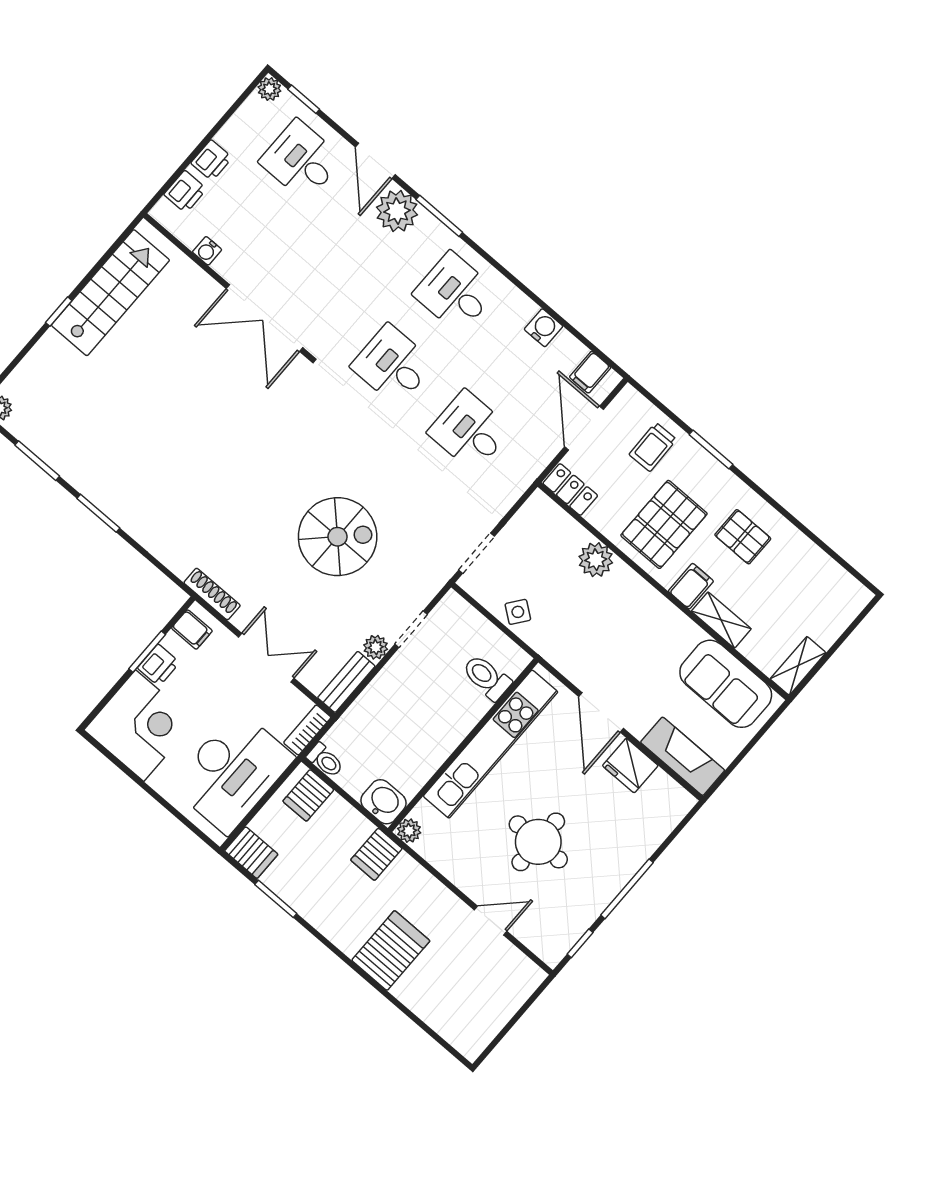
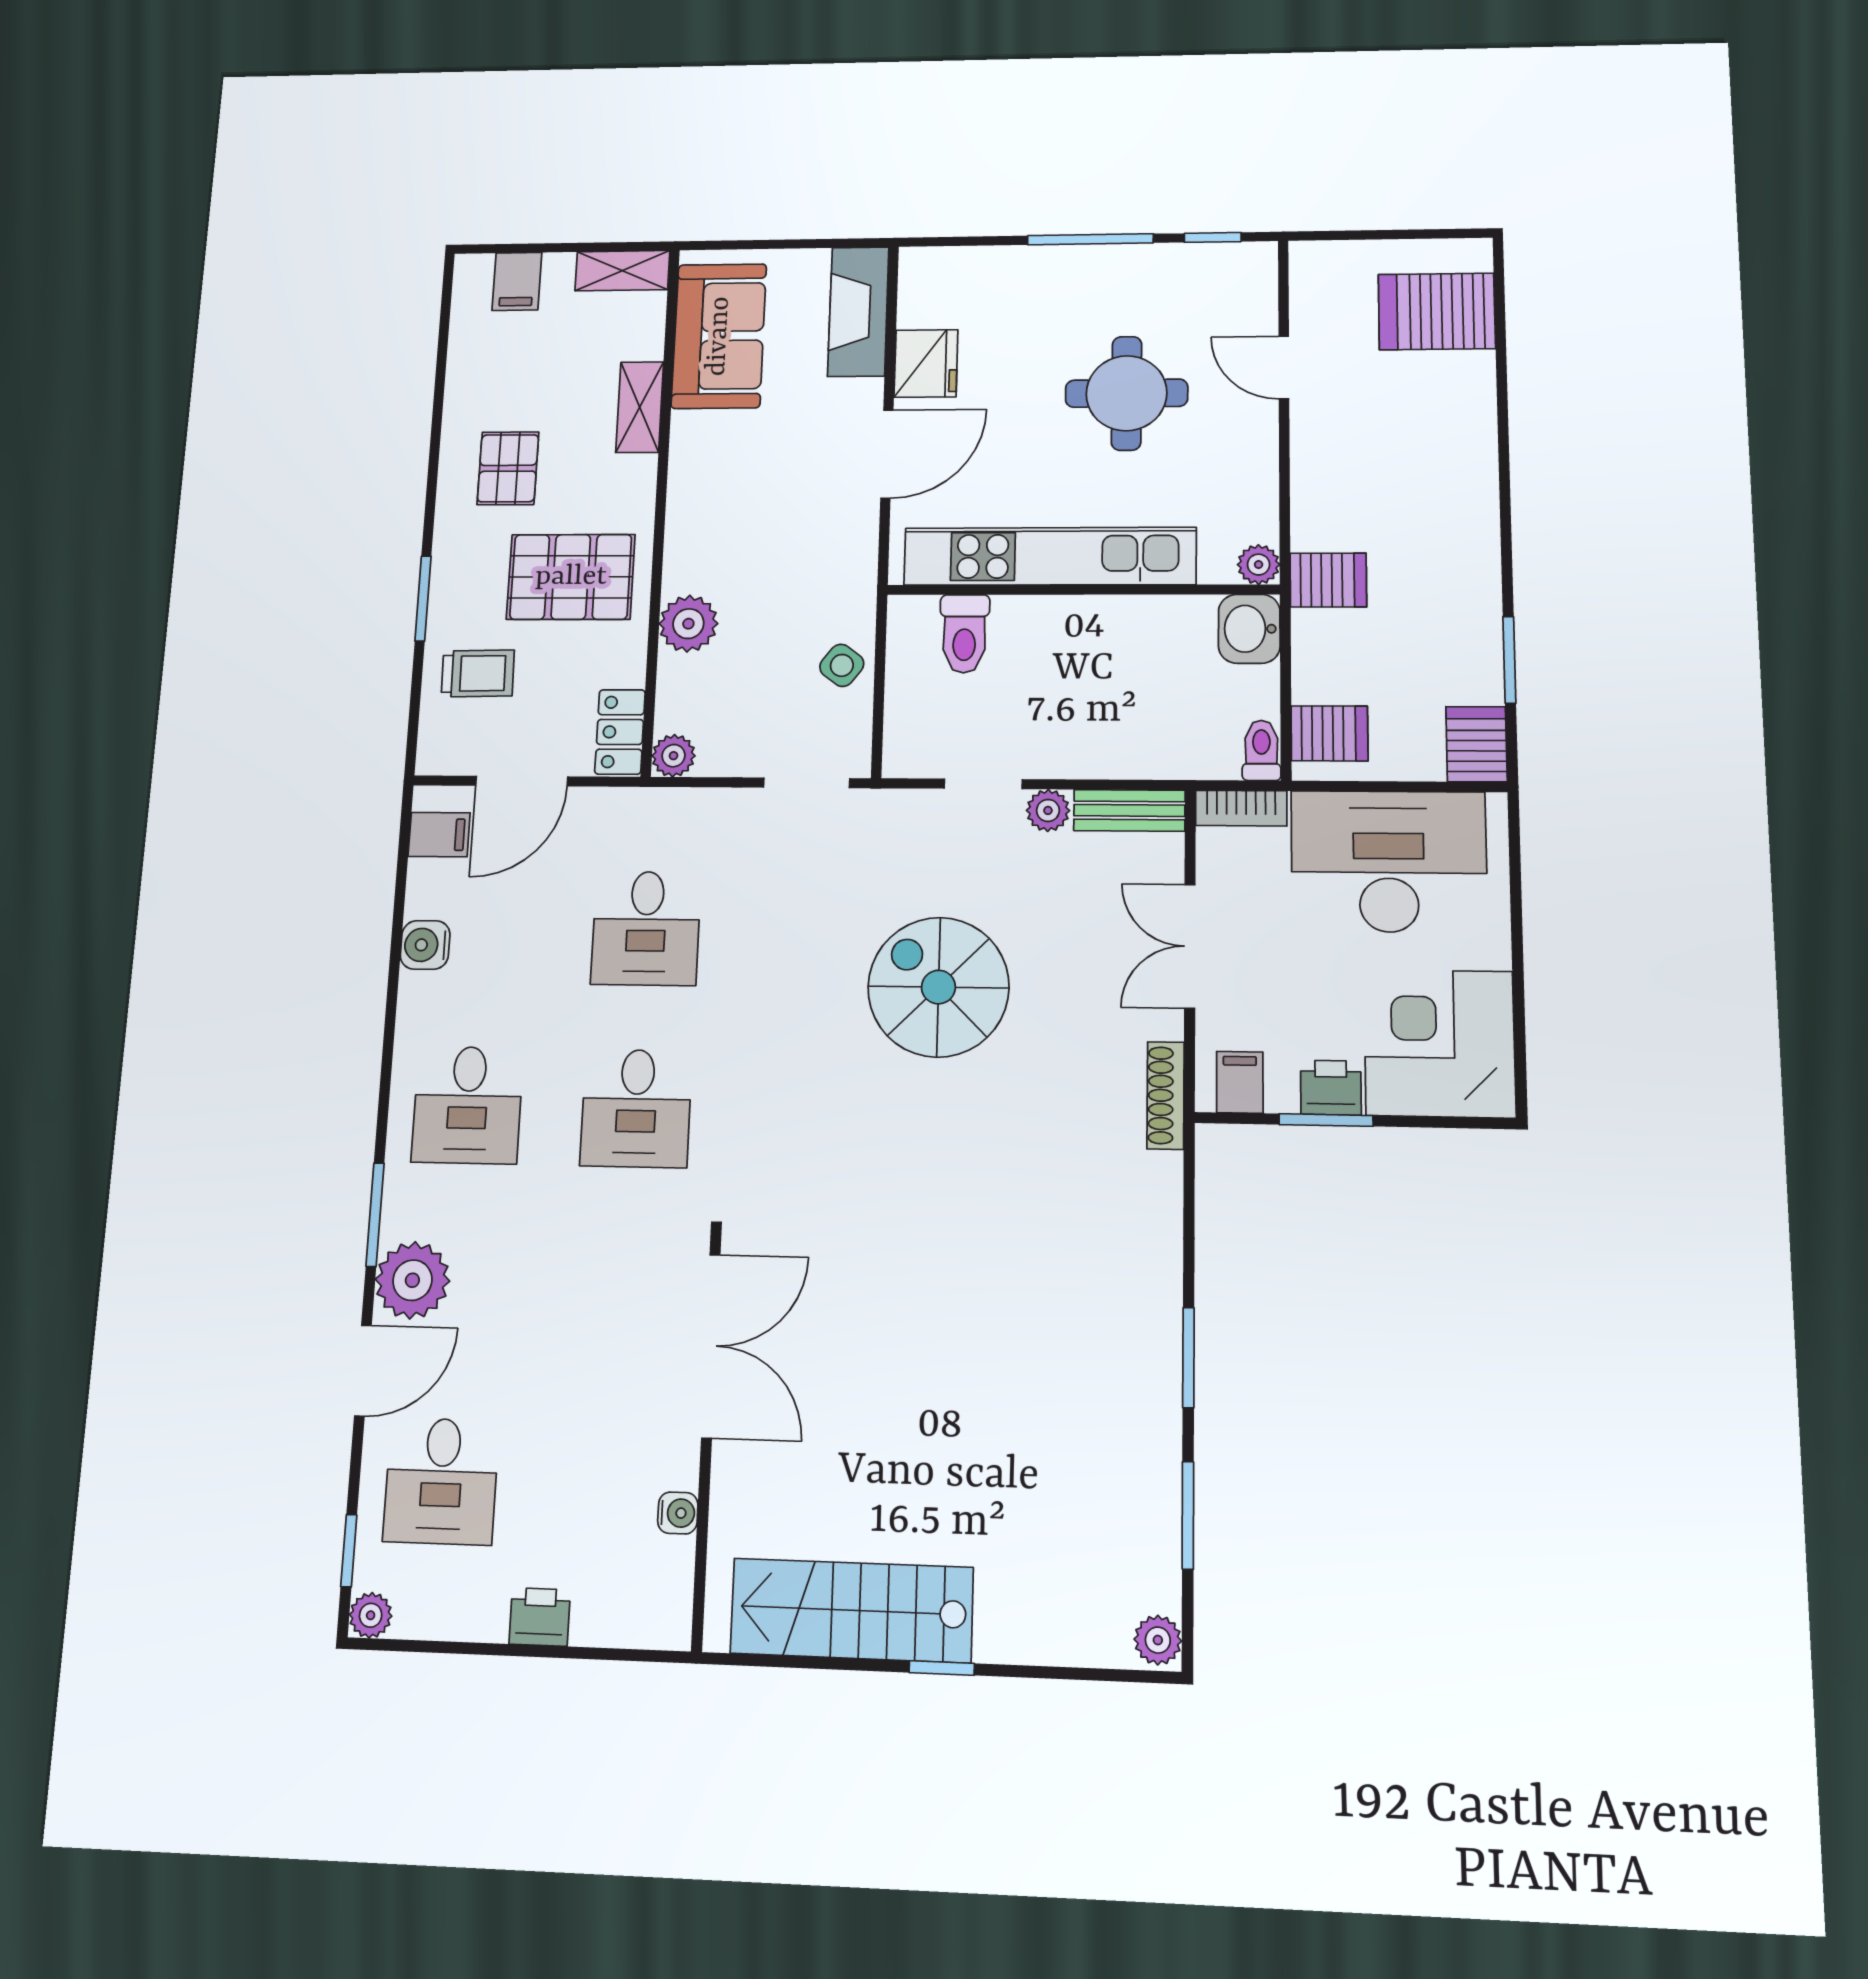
printer: (185, 192) -> (616, 1619), removed
plant: (539, 505) -> (674, 756), added
filing cabinet: (691, 586) -> (517, 281), moved, turned -90
server rack: (391, 951) -> (1437, 311), moved

